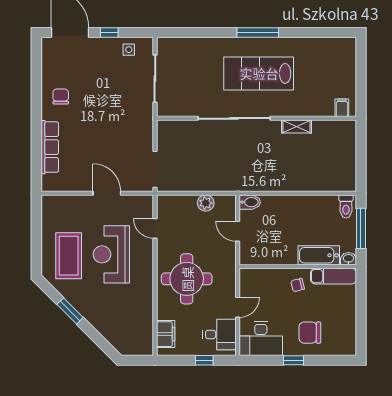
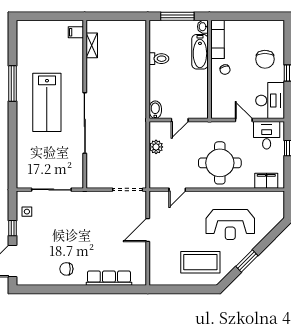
window: (258, 32) -> (12, 83), moved
shelving: (296, 127) -> (92, 45), moved
toilet: (346, 206) -> (159, 59), moved
reception desk: (111, 254) -> (230, 224), moved

